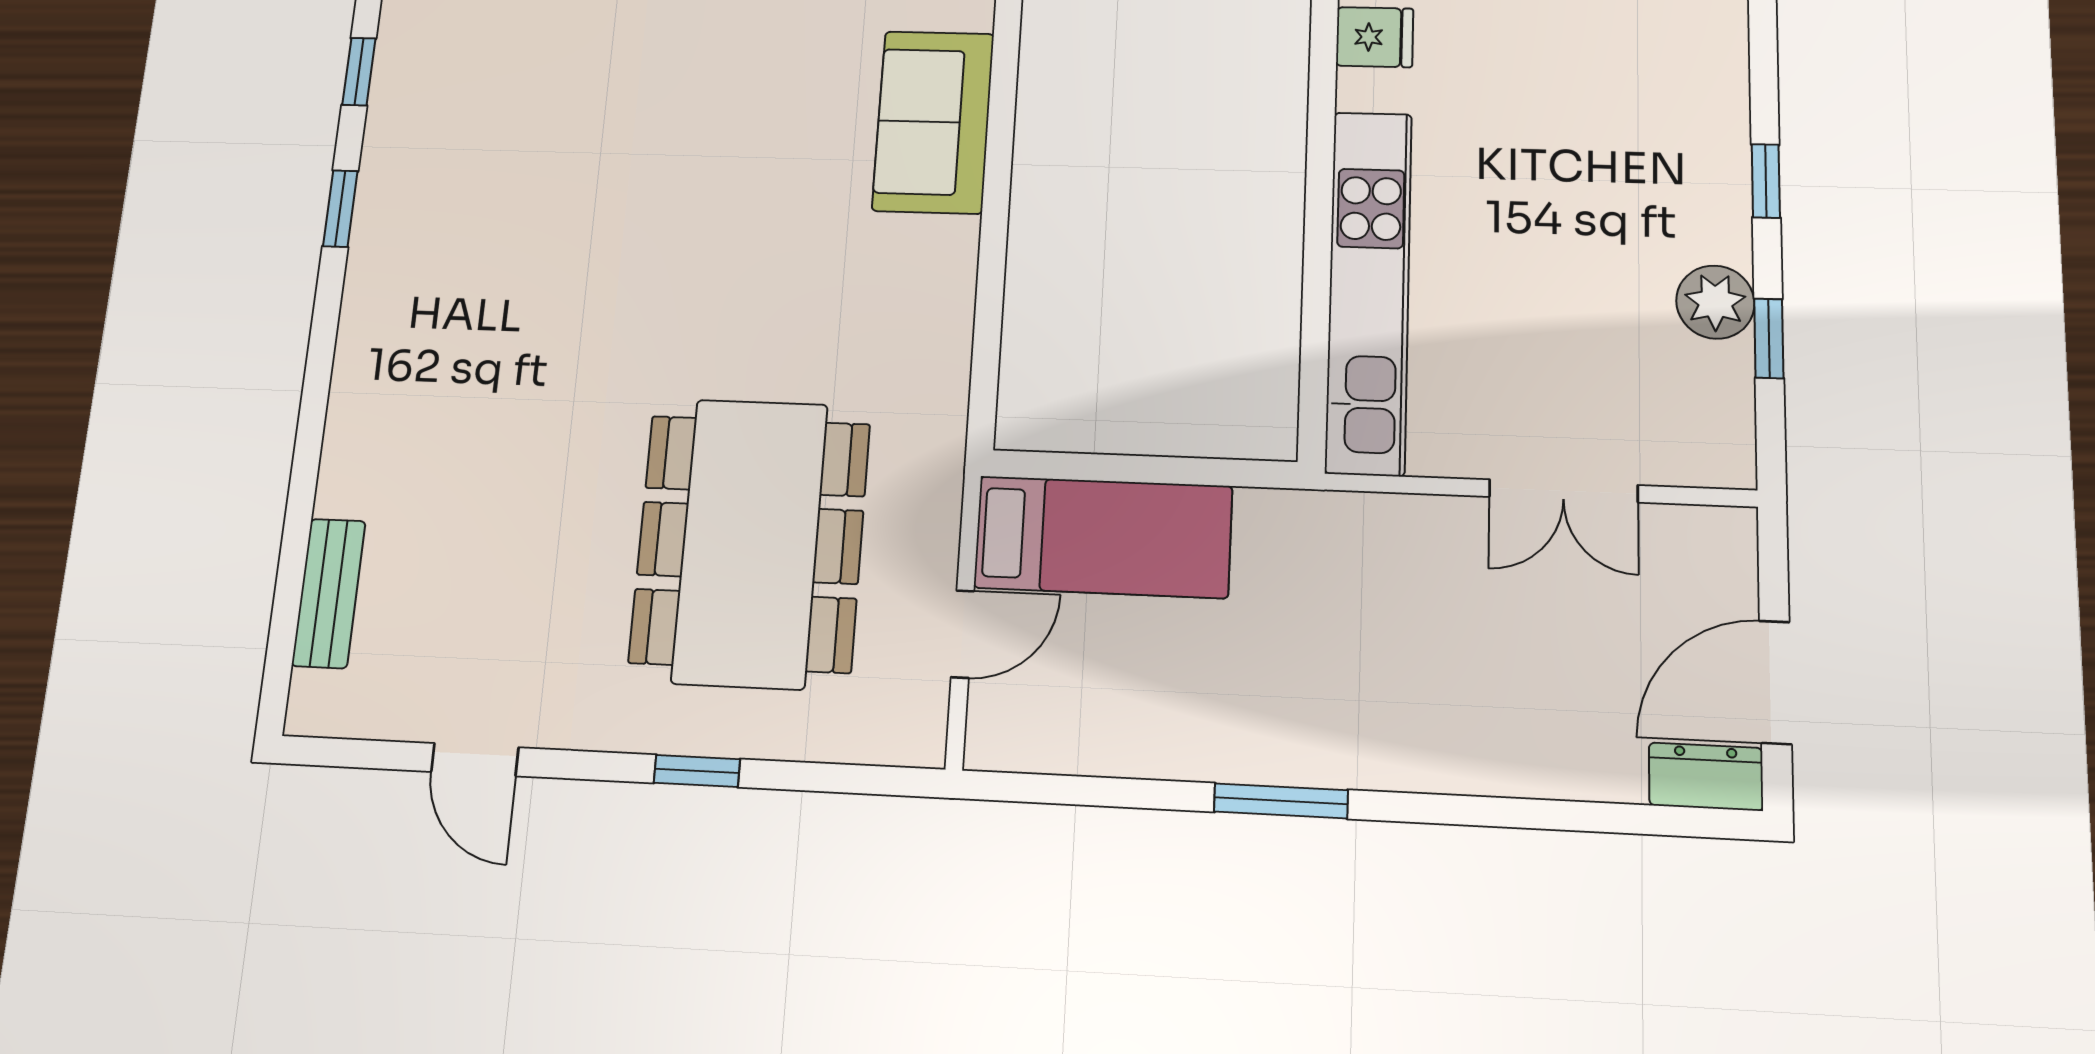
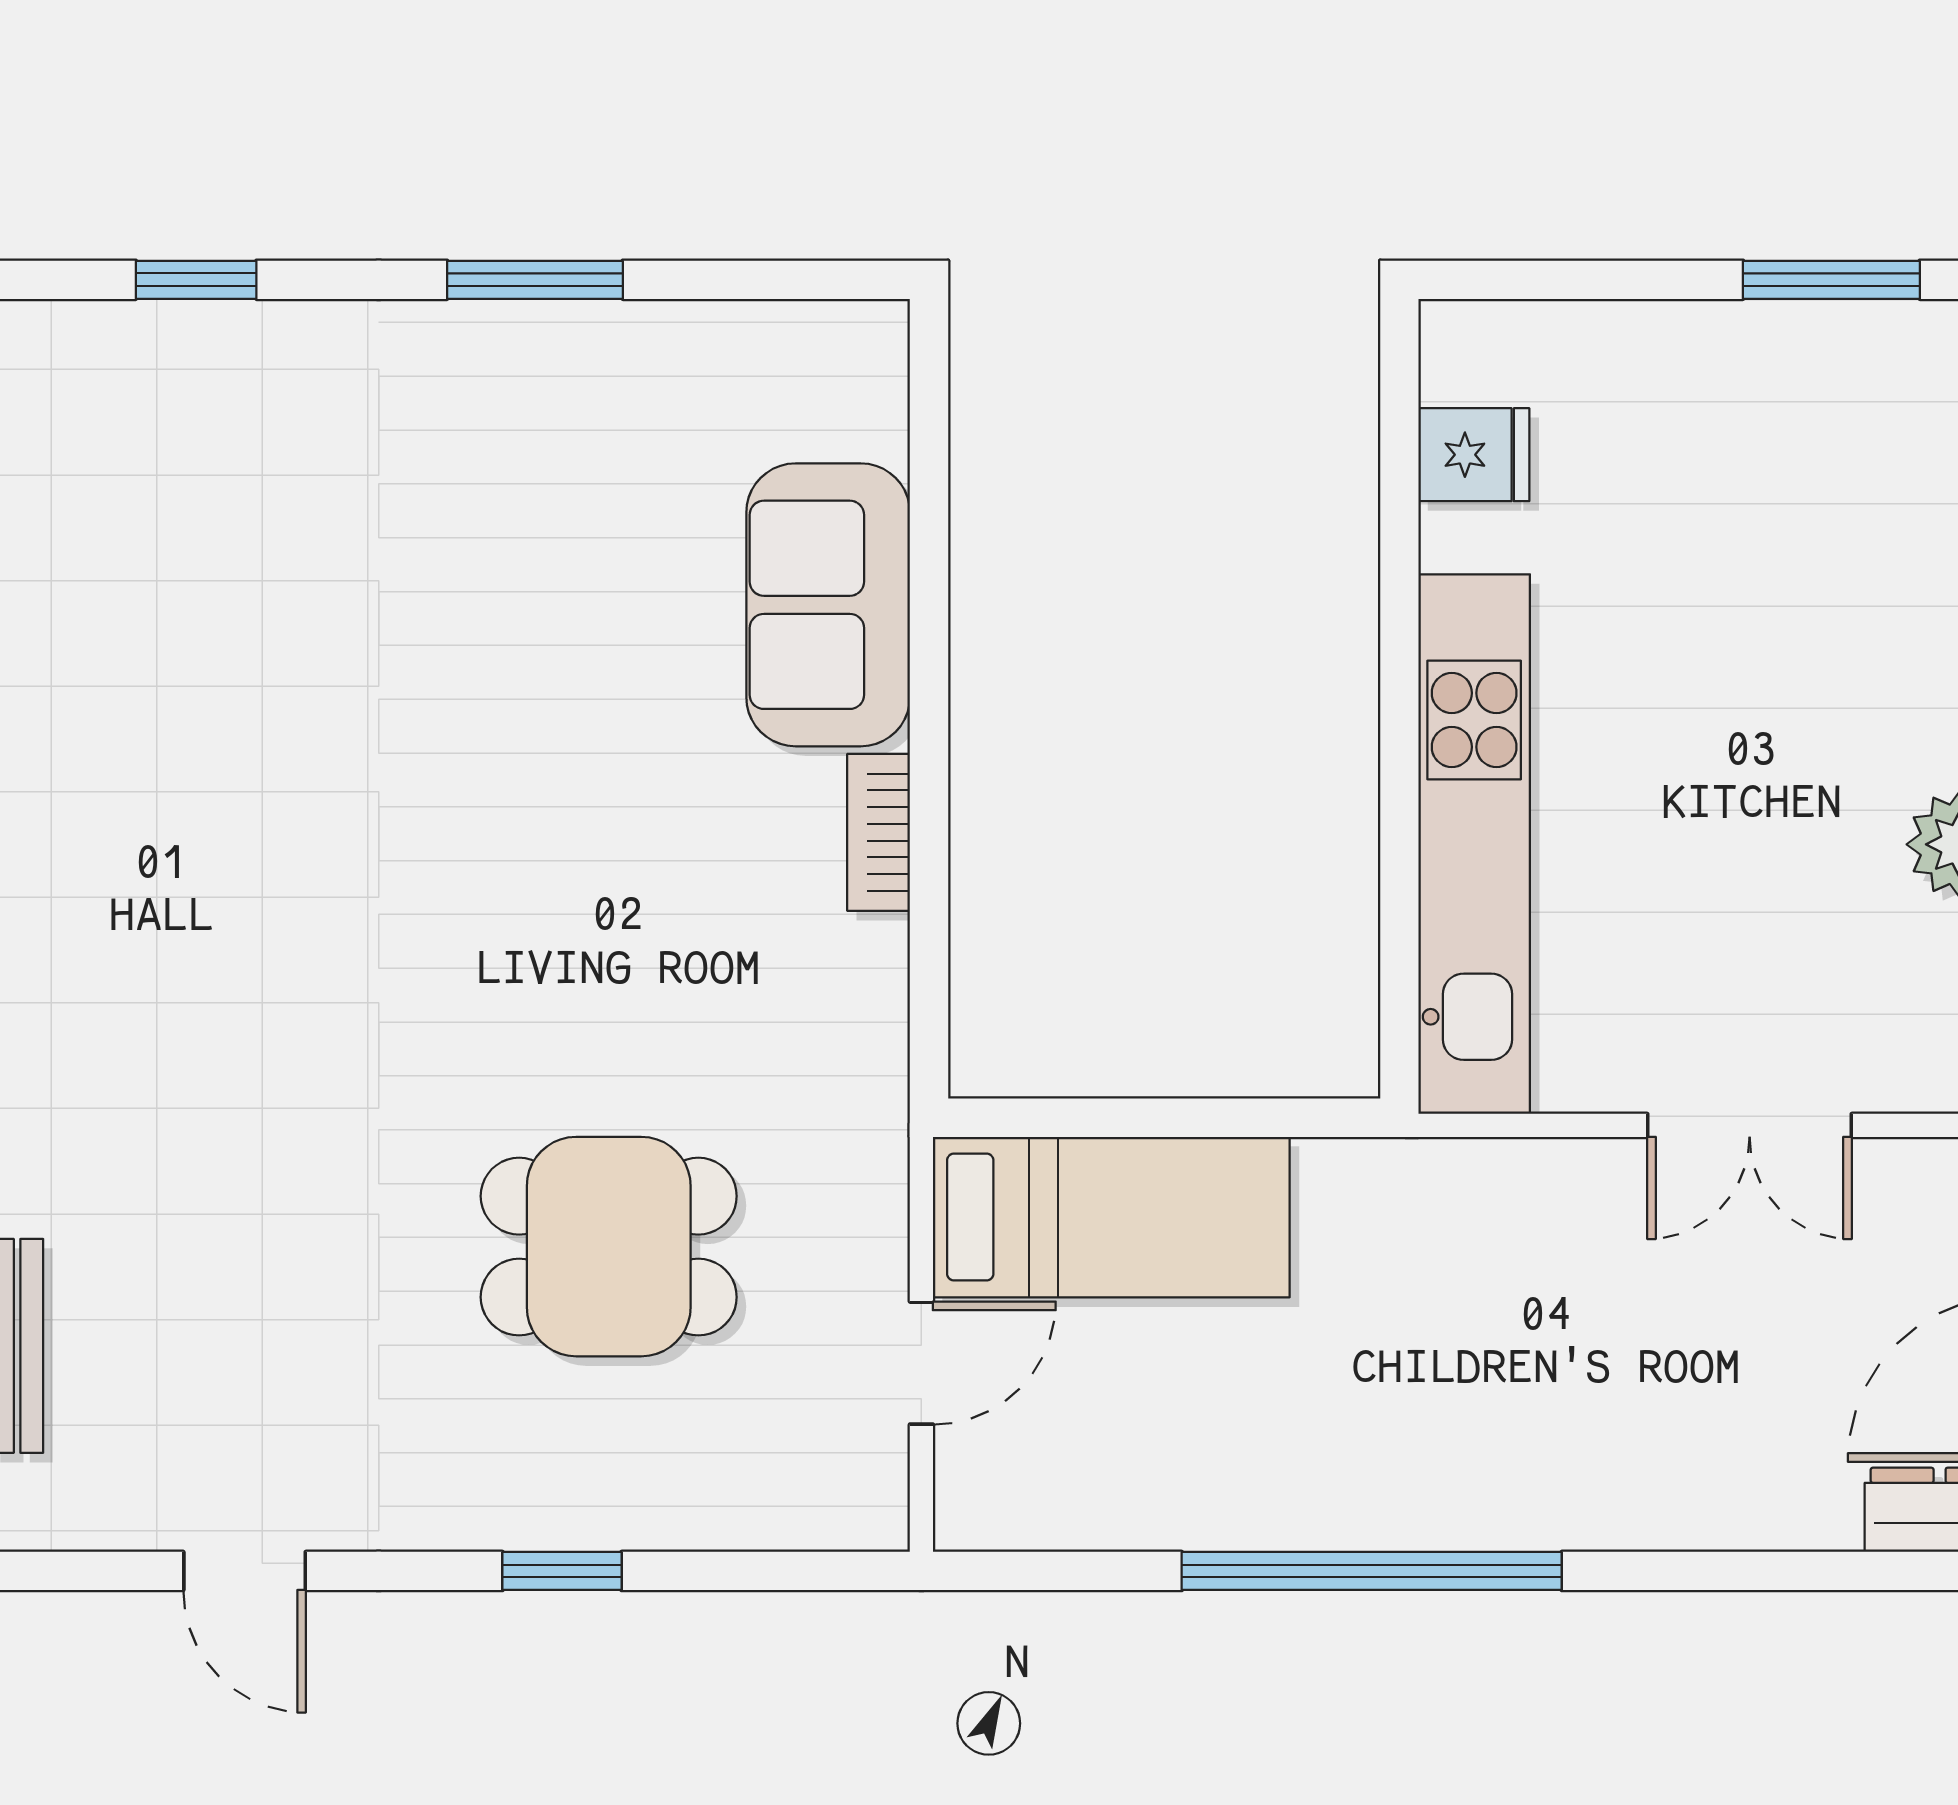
bookcase: (957, 270) -> (879, 832), added
dining table: (750, 543) -> (609, 1247), width x0.53, depth x0.80
window: (1281, 801) -> (1372, 1571), width x2.11

